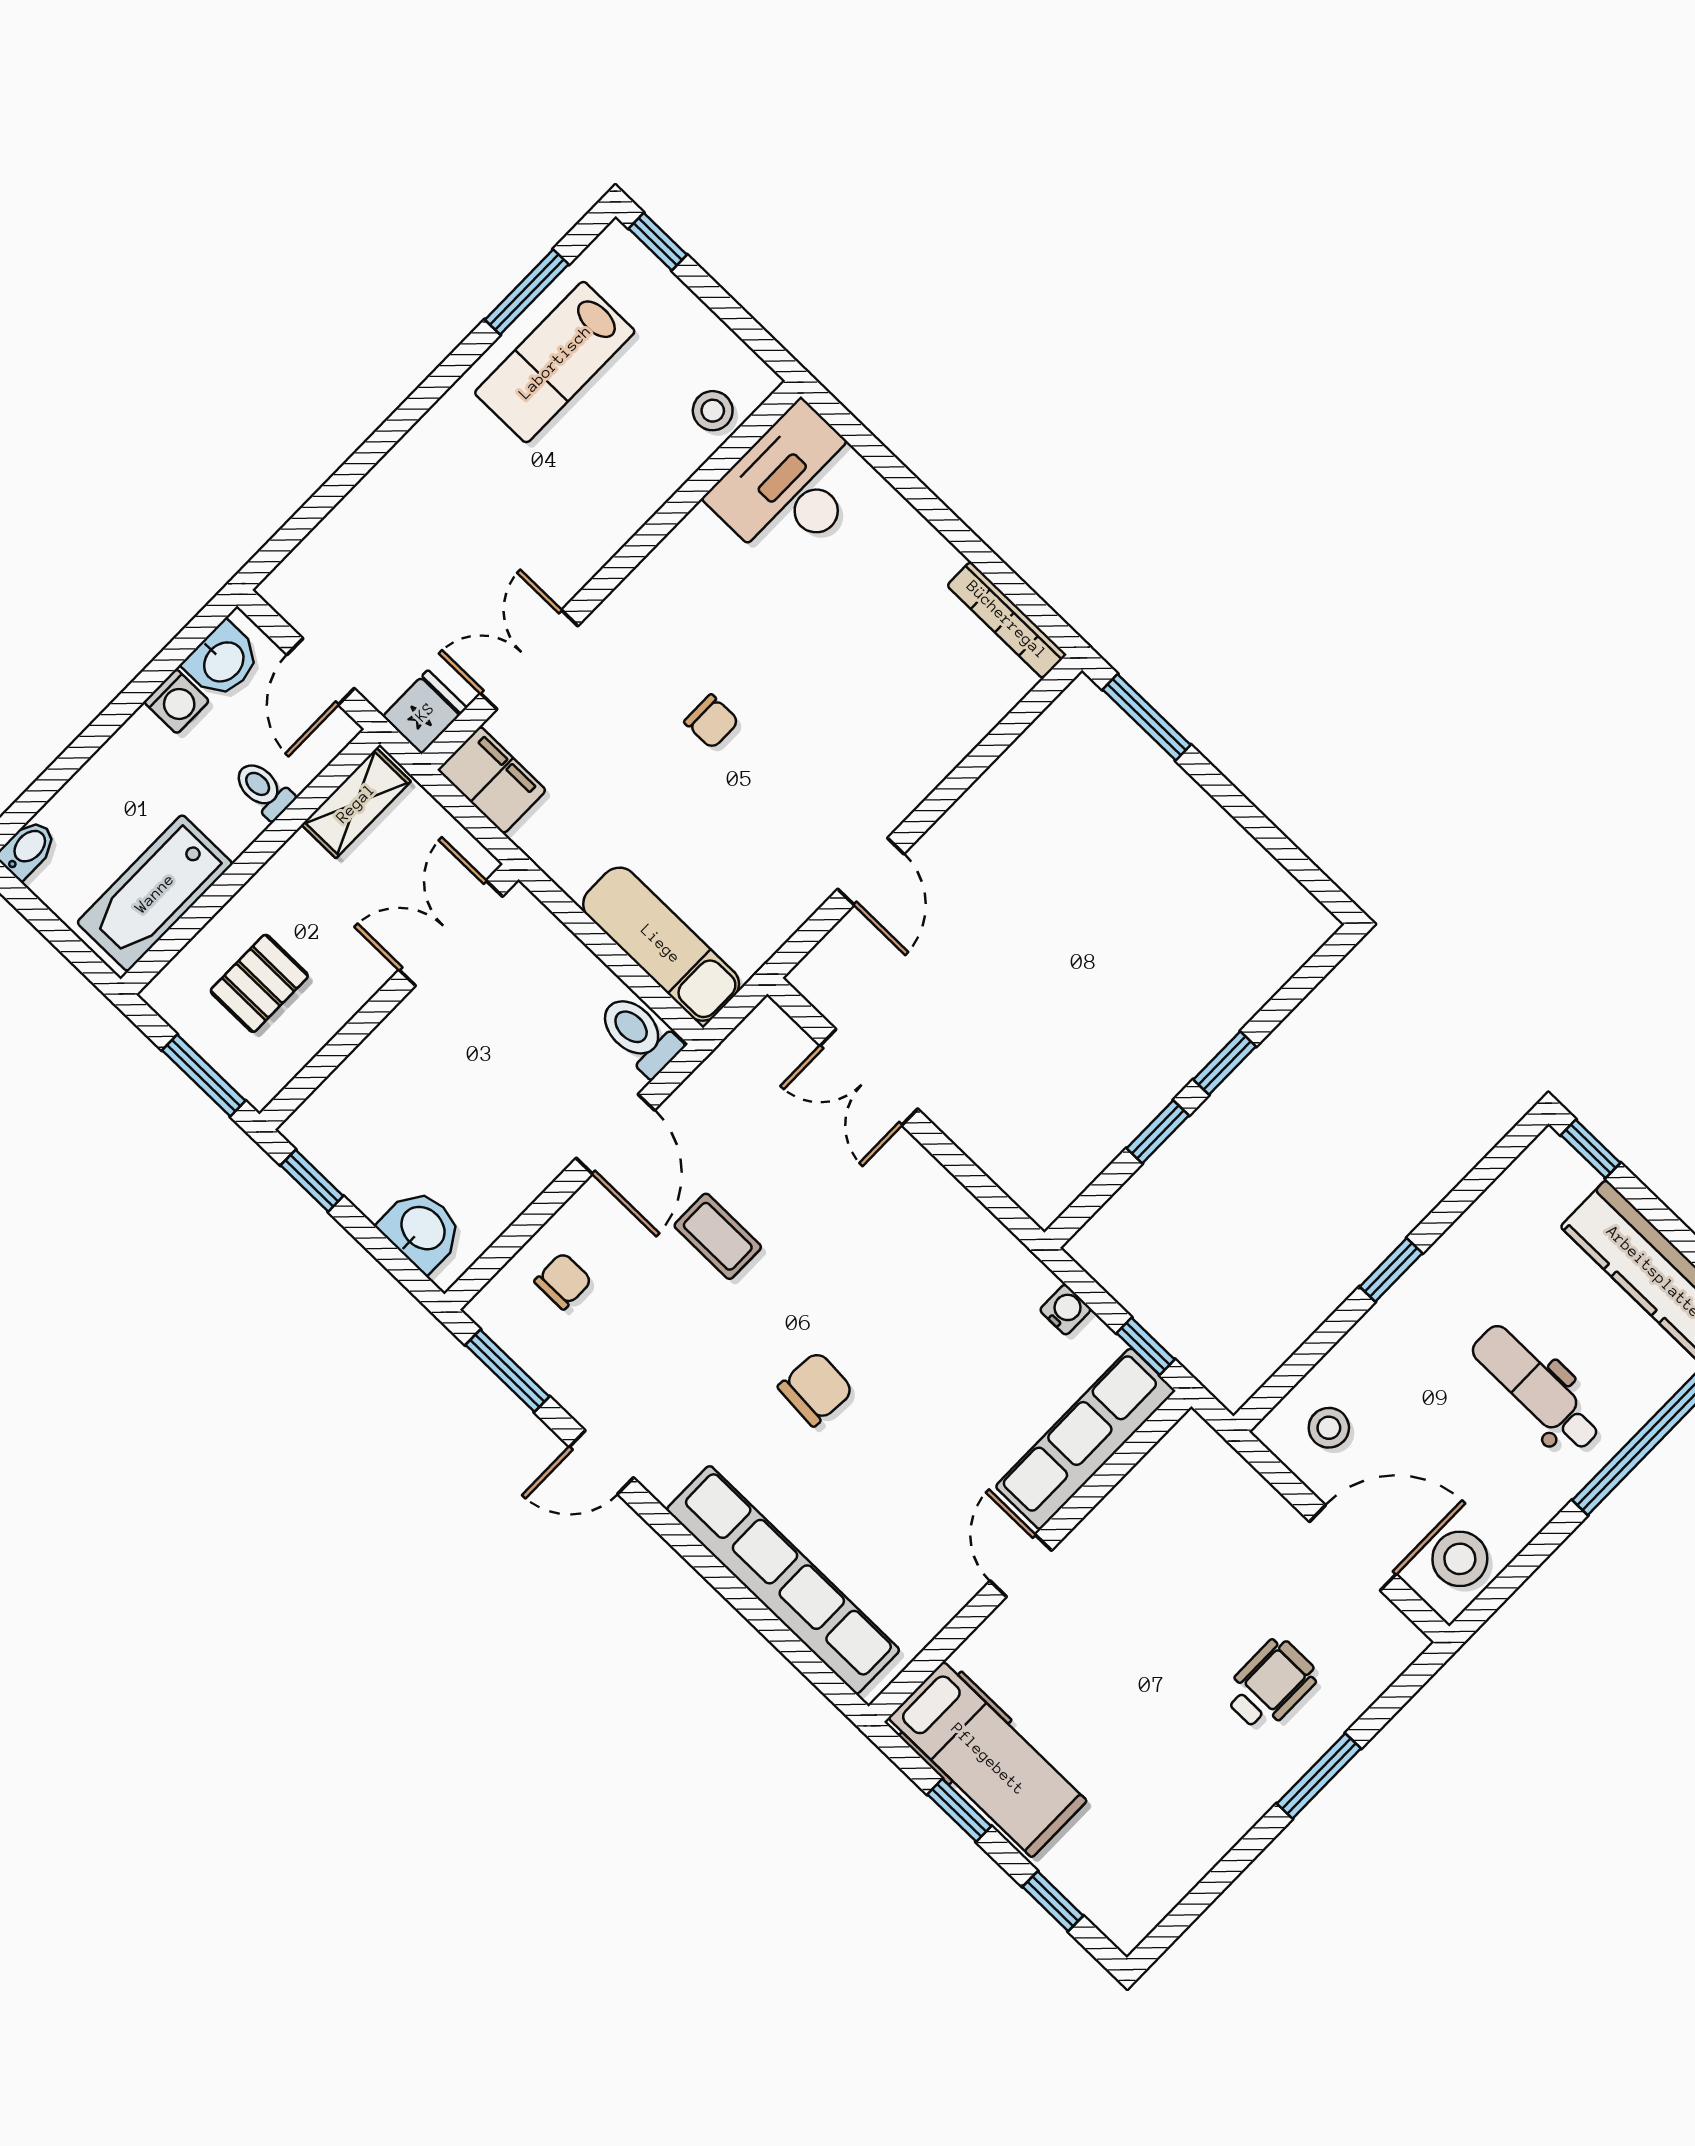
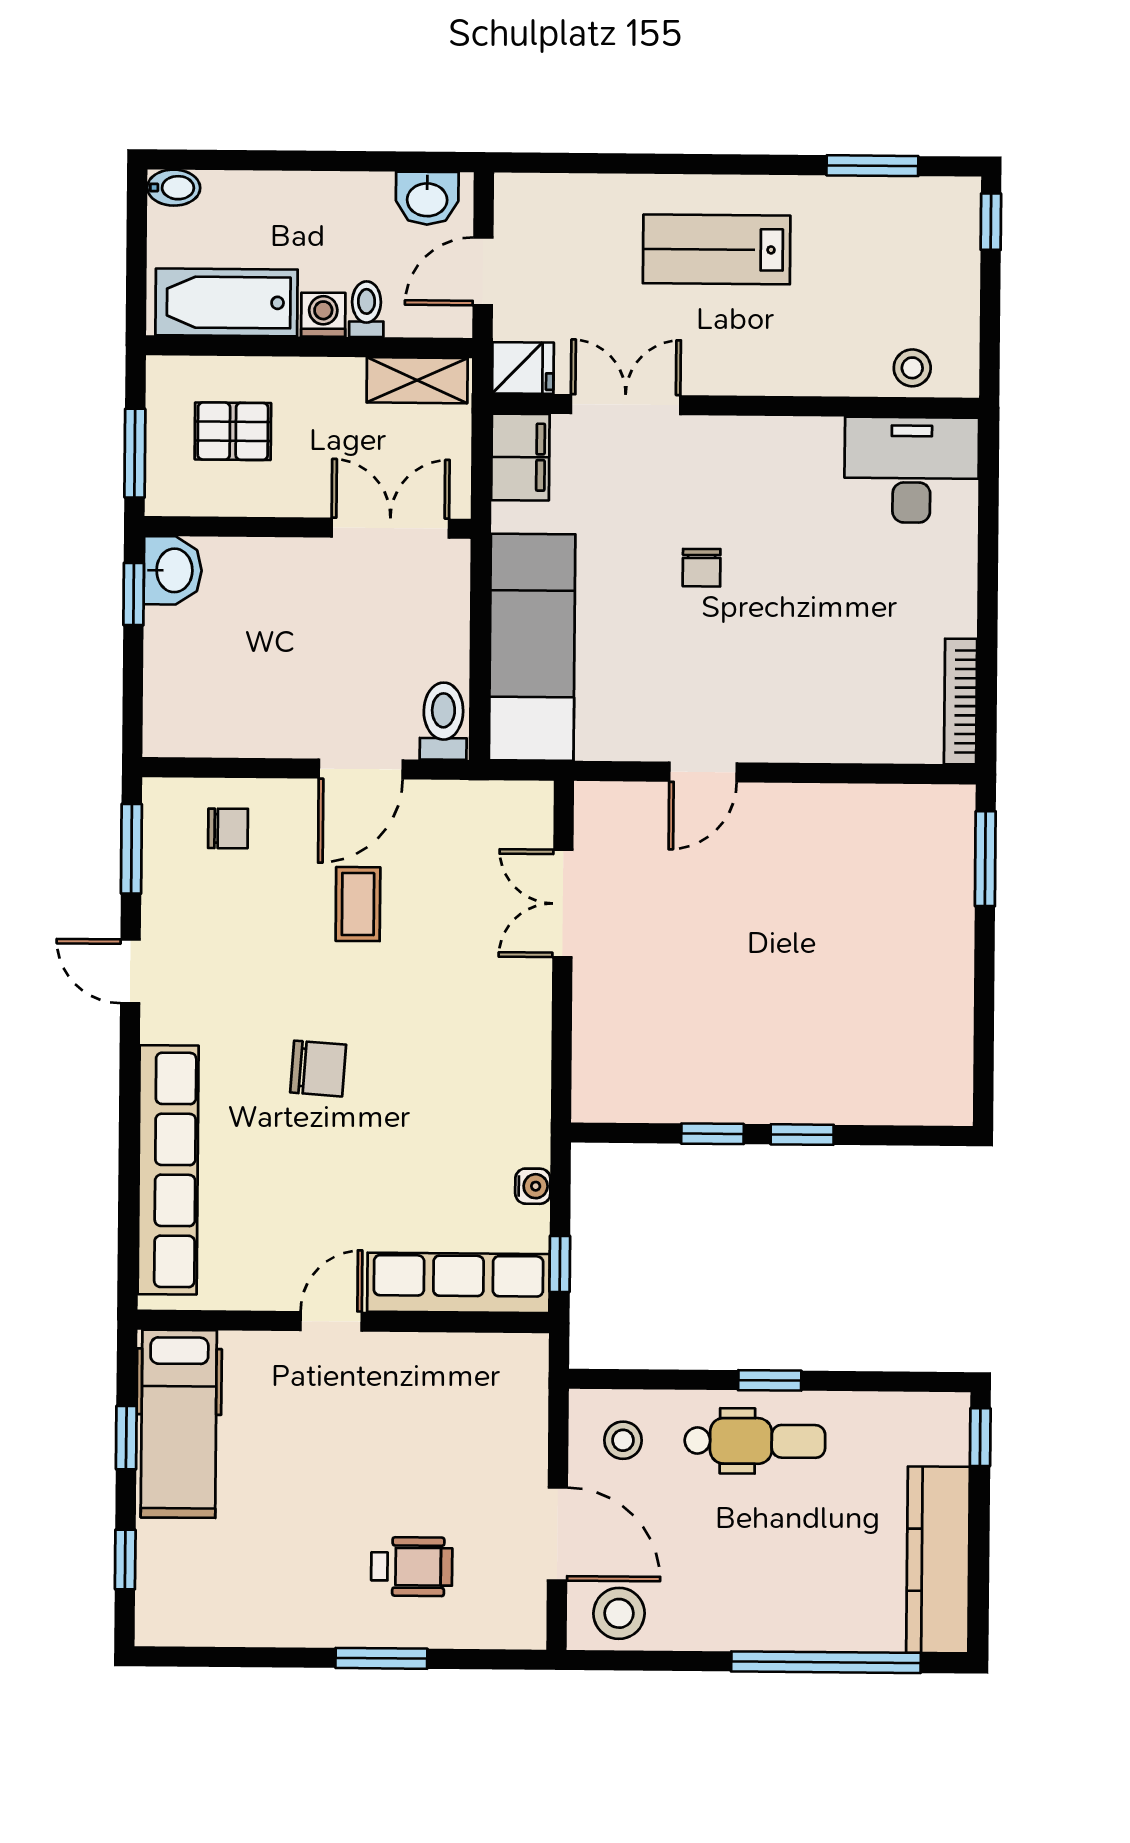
lab bench: (555, 362) -> (717, 249), moved
washing machine: (176, 701) -> (323, 315), moved, turned 180
exam couch: (661, 944) -> (532, 647), width x1.36, depth x1.45
washbasin: (422, 1229) -> (173, 570), moved
dental chair: (1536, 1388) -> (755, 1441), moved, turned 90

